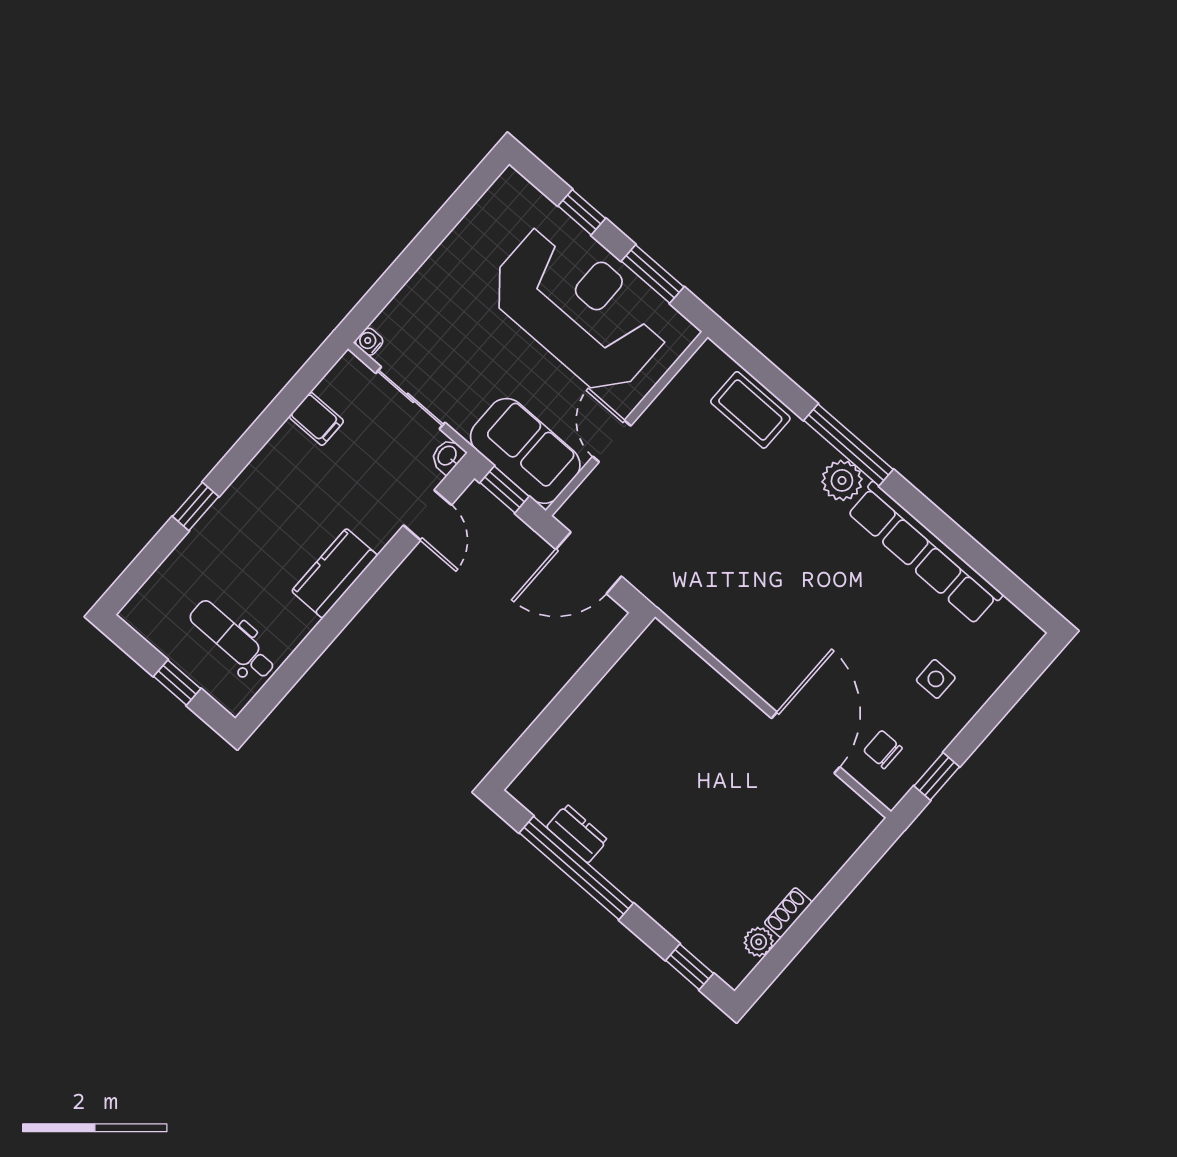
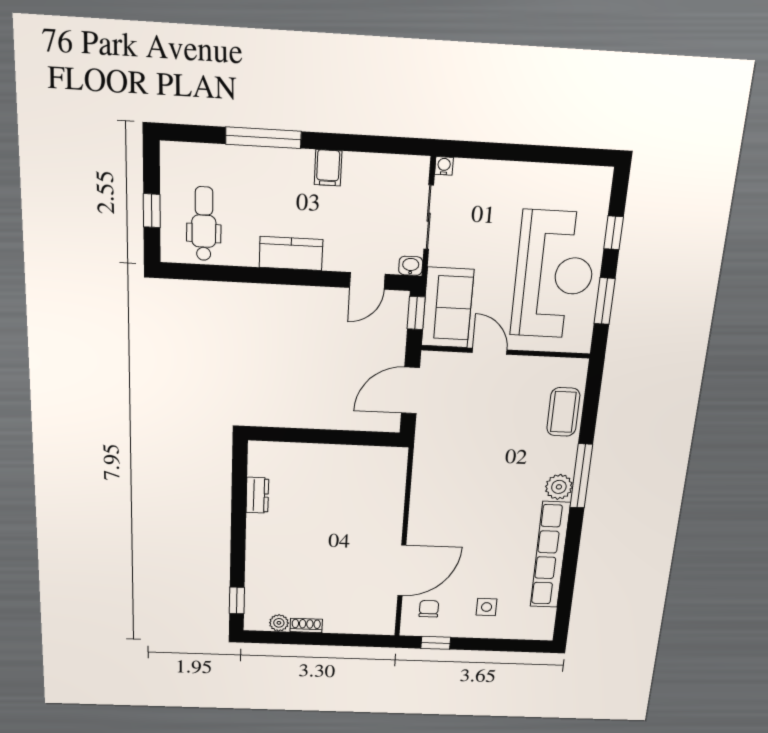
filing cabinet: (316, 419) -> (328, 168), moved
door: (612, 441) -> (490, 351), hinge flipped
window: (196, 507) -> (263, 138), width x2.17
door: (589, 563) -> (410, 390), hinge flipped
window: (576, 868) -> (239, 508), removed

